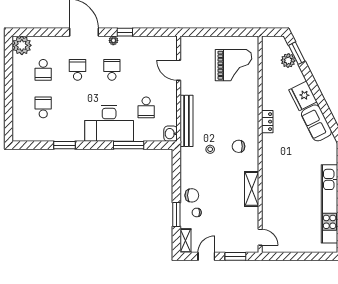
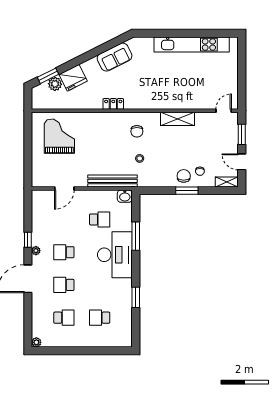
plant: (22, 45) -> (36, 342), width x0.53, depth x0.53
fridge: (303, 96) -> (73, 78), moved
window: (176, 214) -> (187, 191), moved

